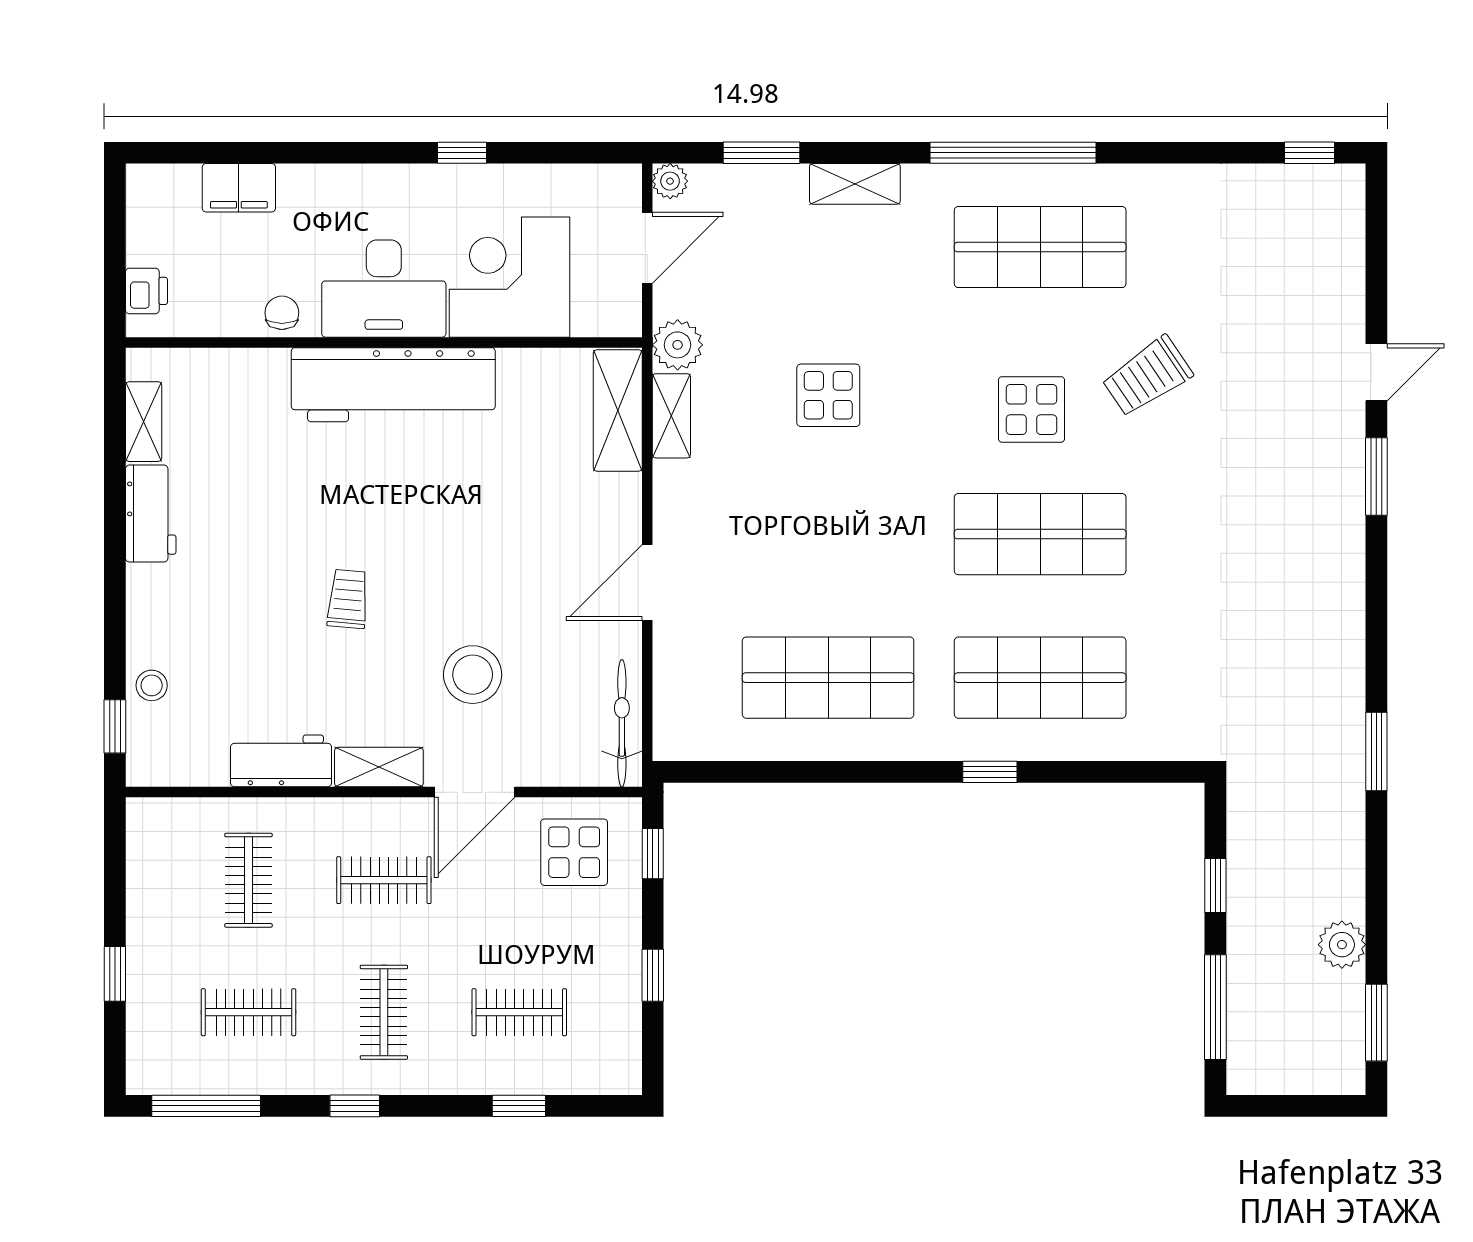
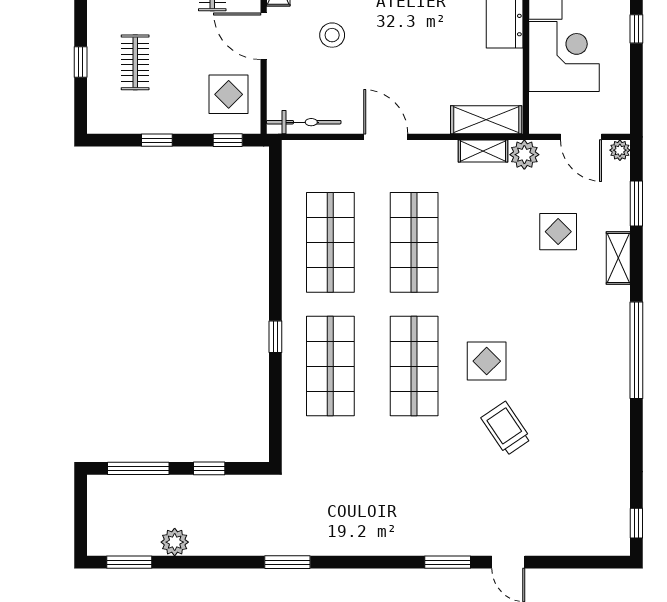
shop shelf: (1040, 247) -> (414, 242), moved
display table: (828, 395) -> (558, 232), moved
stool: (473, 675) -> (332, 35), width x0.73, depth x0.73

